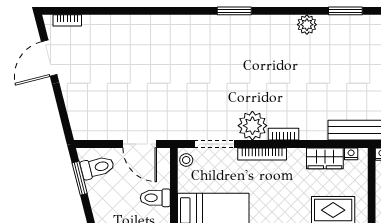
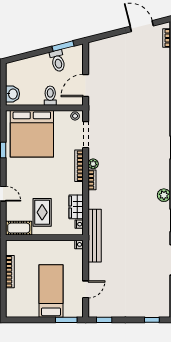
plant: (252, 126) -> (93, 164), width x0.53, depth x0.53
toilet: (97, 167) -> (58, 61), moved

